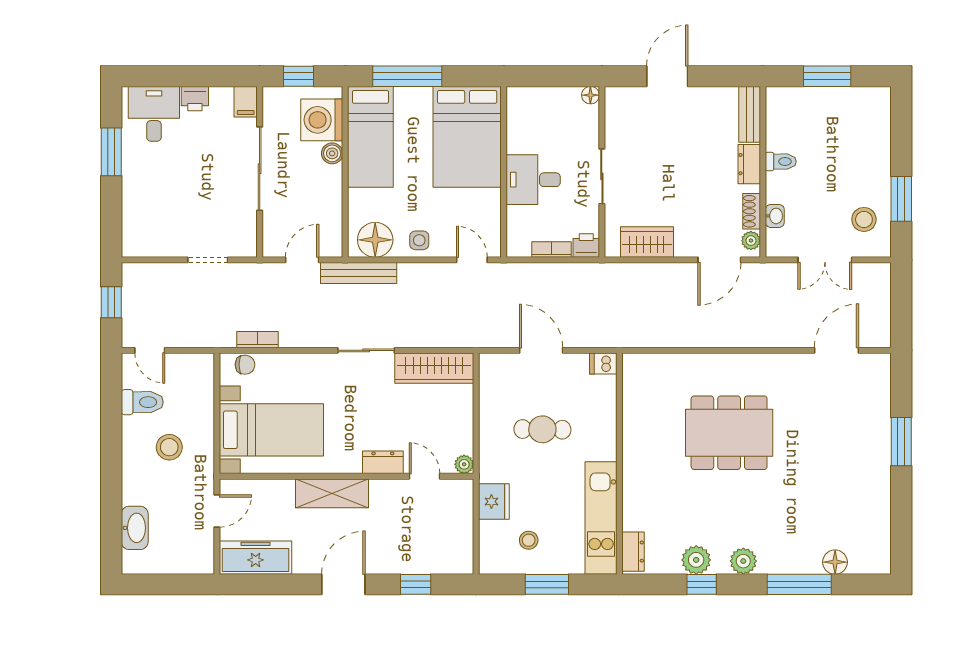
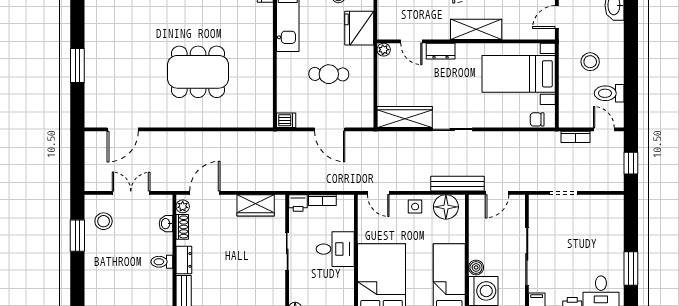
bookcase: (257, 340) -> (575, 137), moved
fridge: (494, 501) -> (359, 28), width x1.36, depth x1.34

